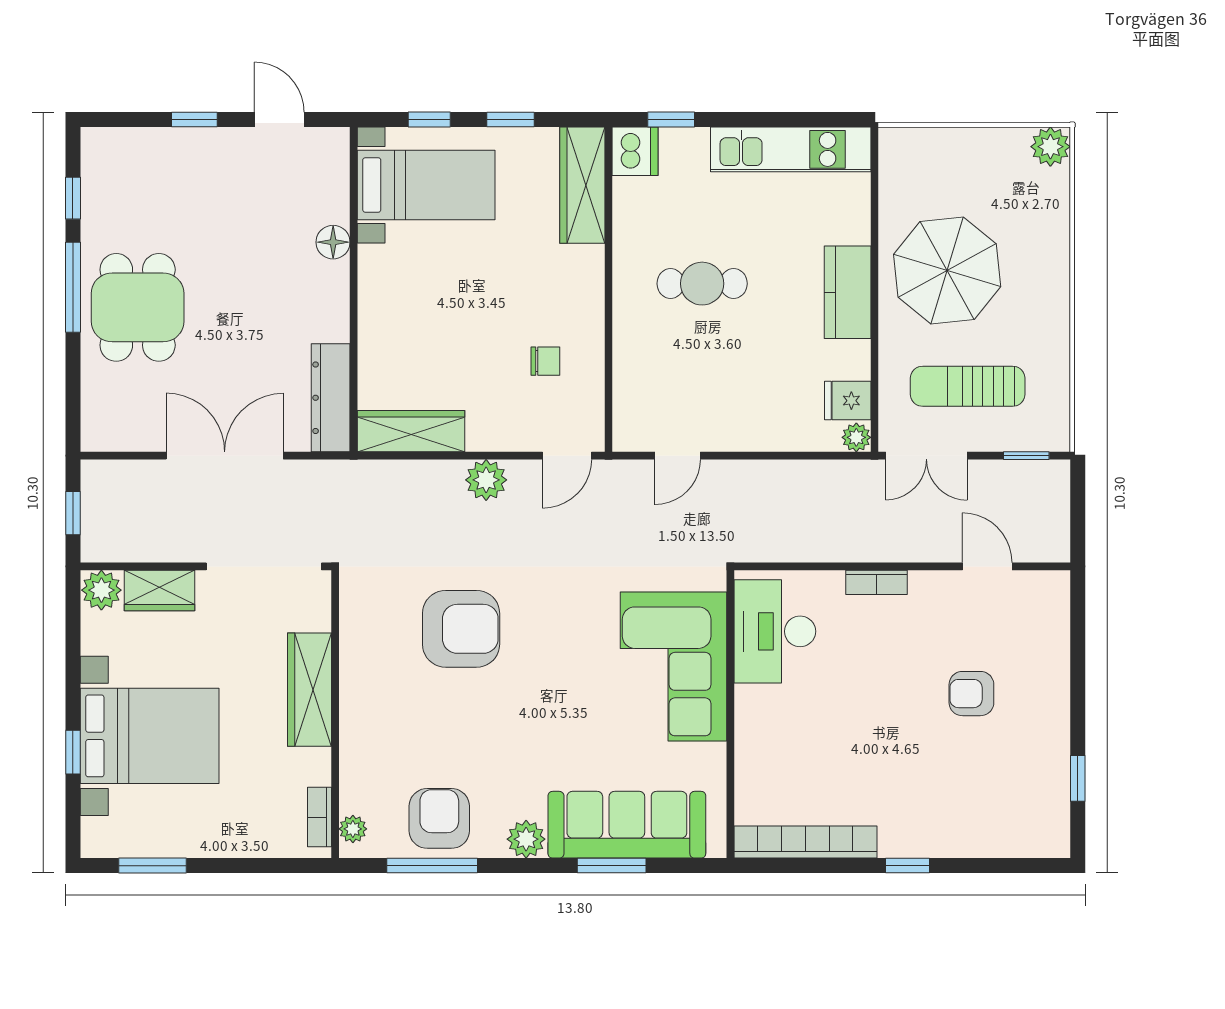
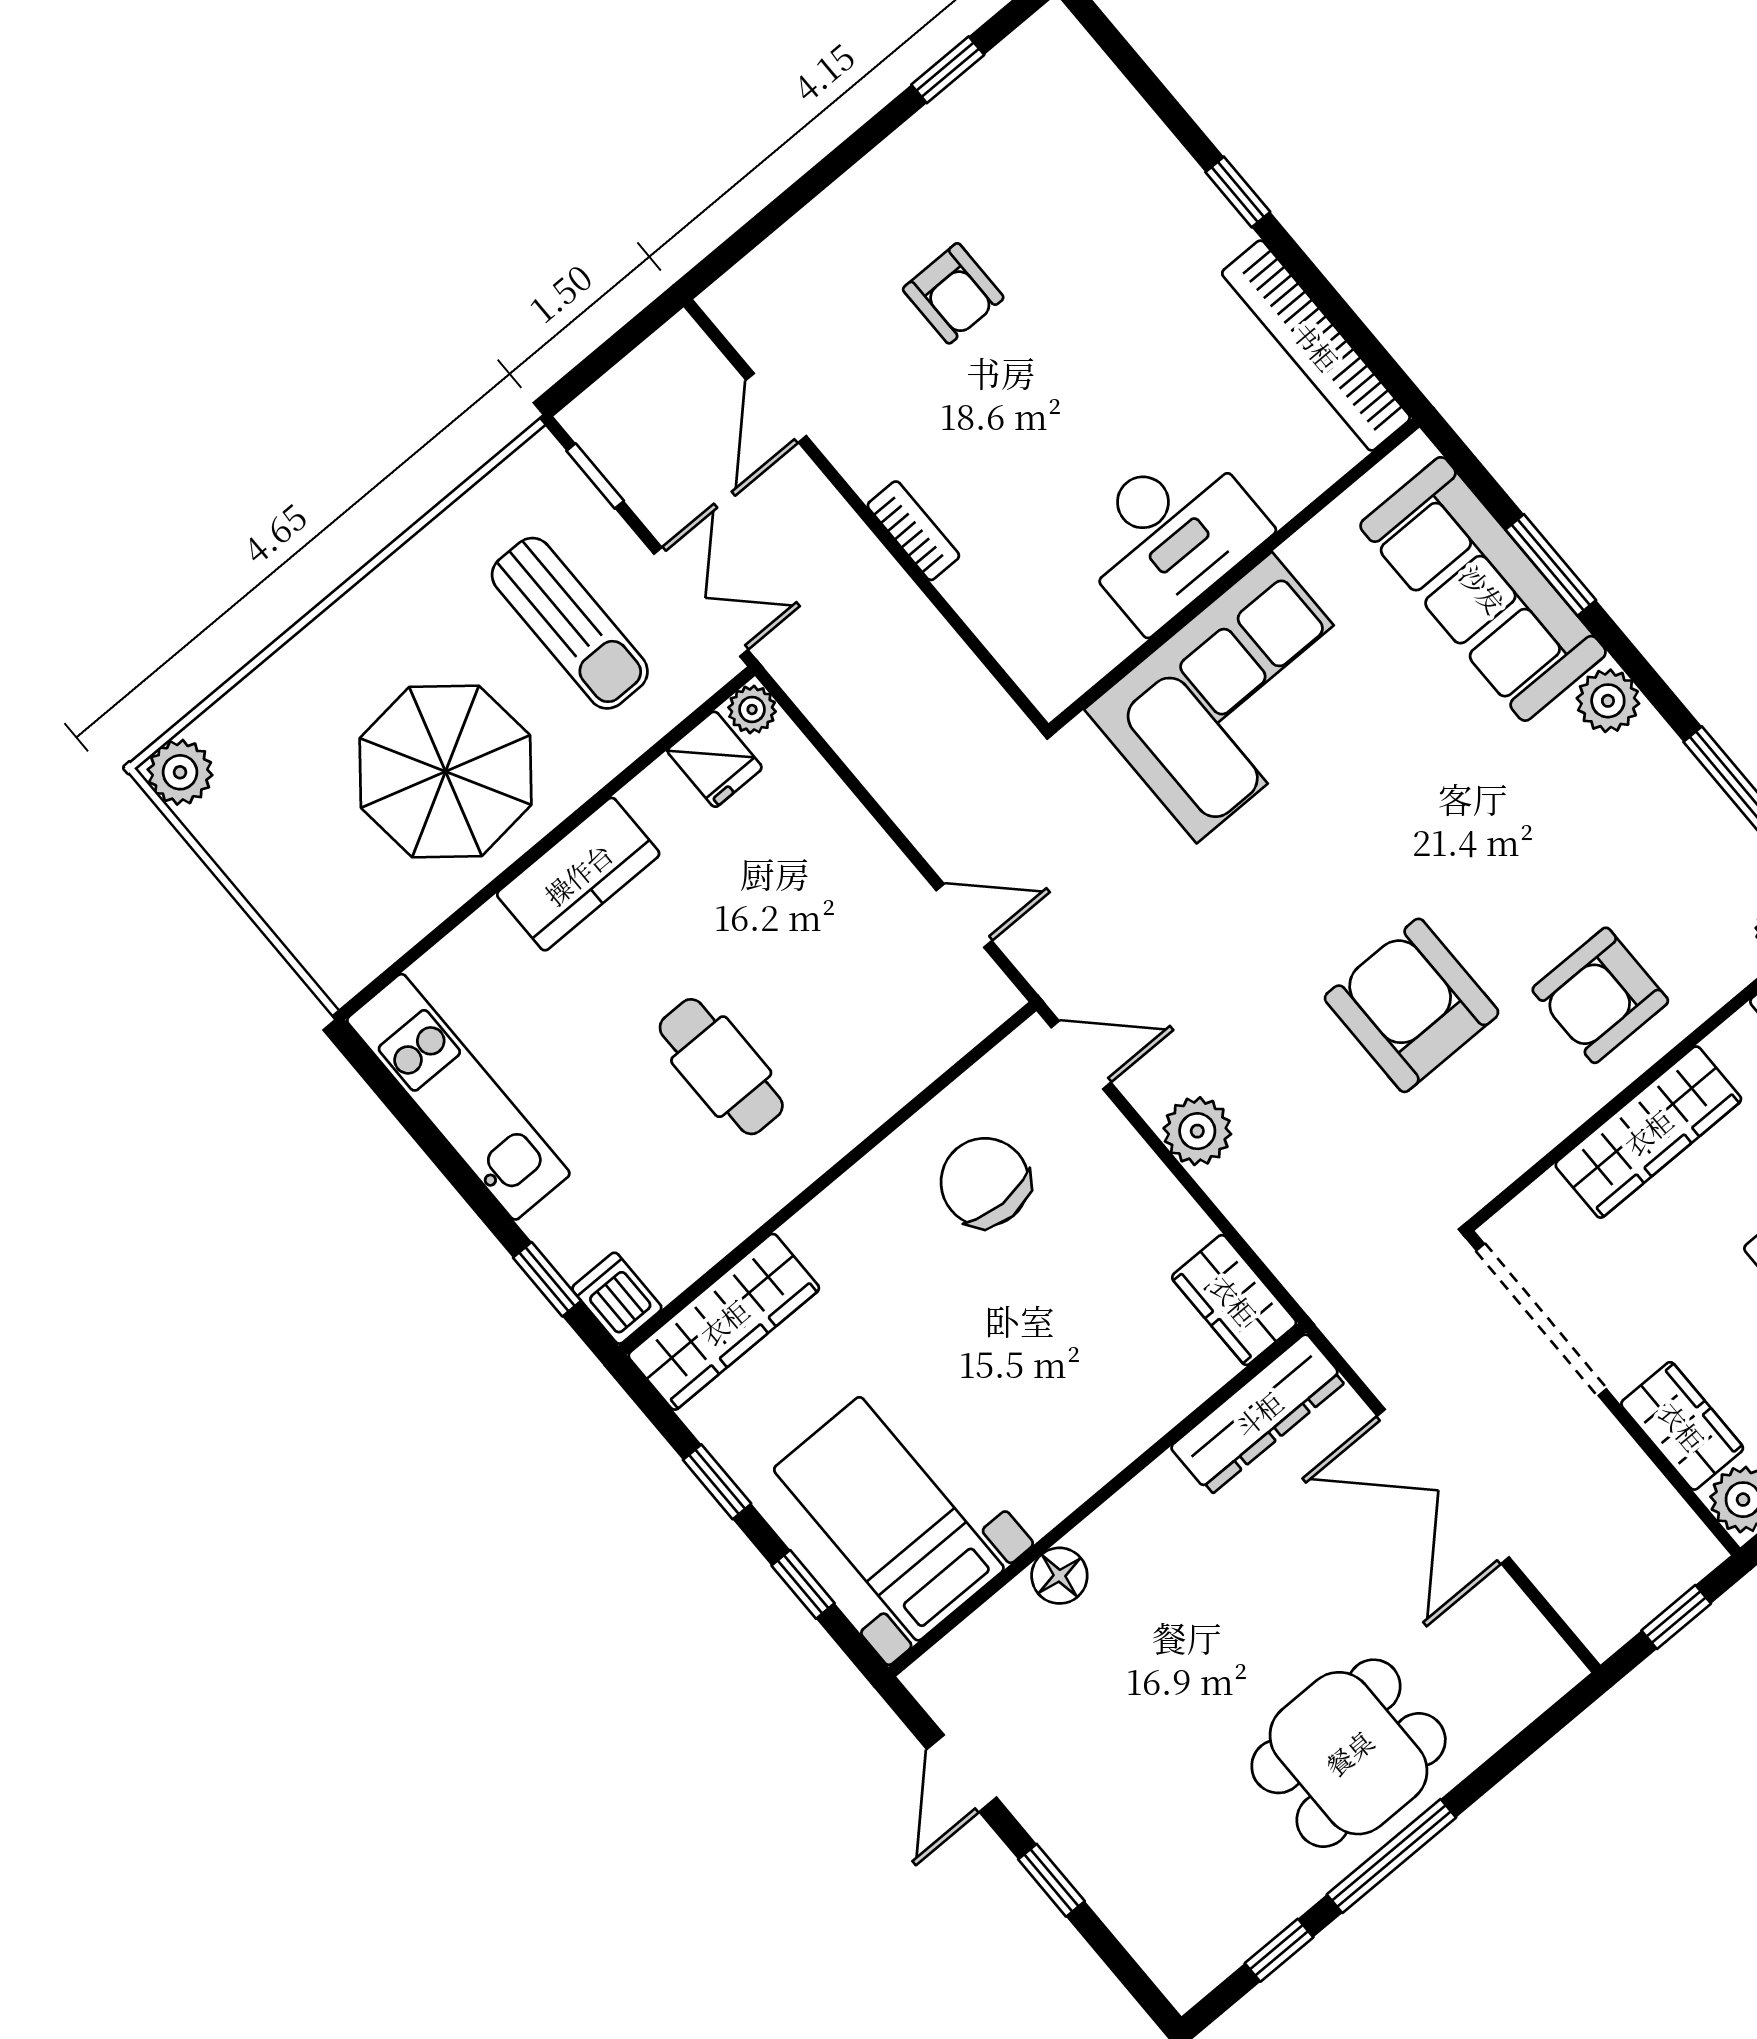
dishwasher: (635, 151) -> (617, 1298), width x0.73
chair: (545, 361) -> (985, 1182), width x1.87, depth x1.87
wardrobe: (411, 431) -> (1234, 1300), width x0.67
desk: (775, 631) -> (1170, 534), moved
armchair: (439, 818) -> (1600, 995), moved

